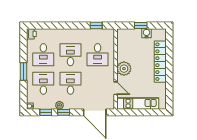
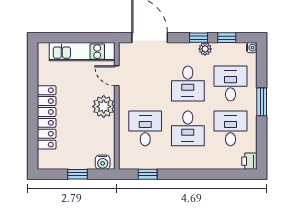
water cooler: (147, 33) -> (103, 162), moved
desk: (43, 83) -> (230, 83), turned 180

